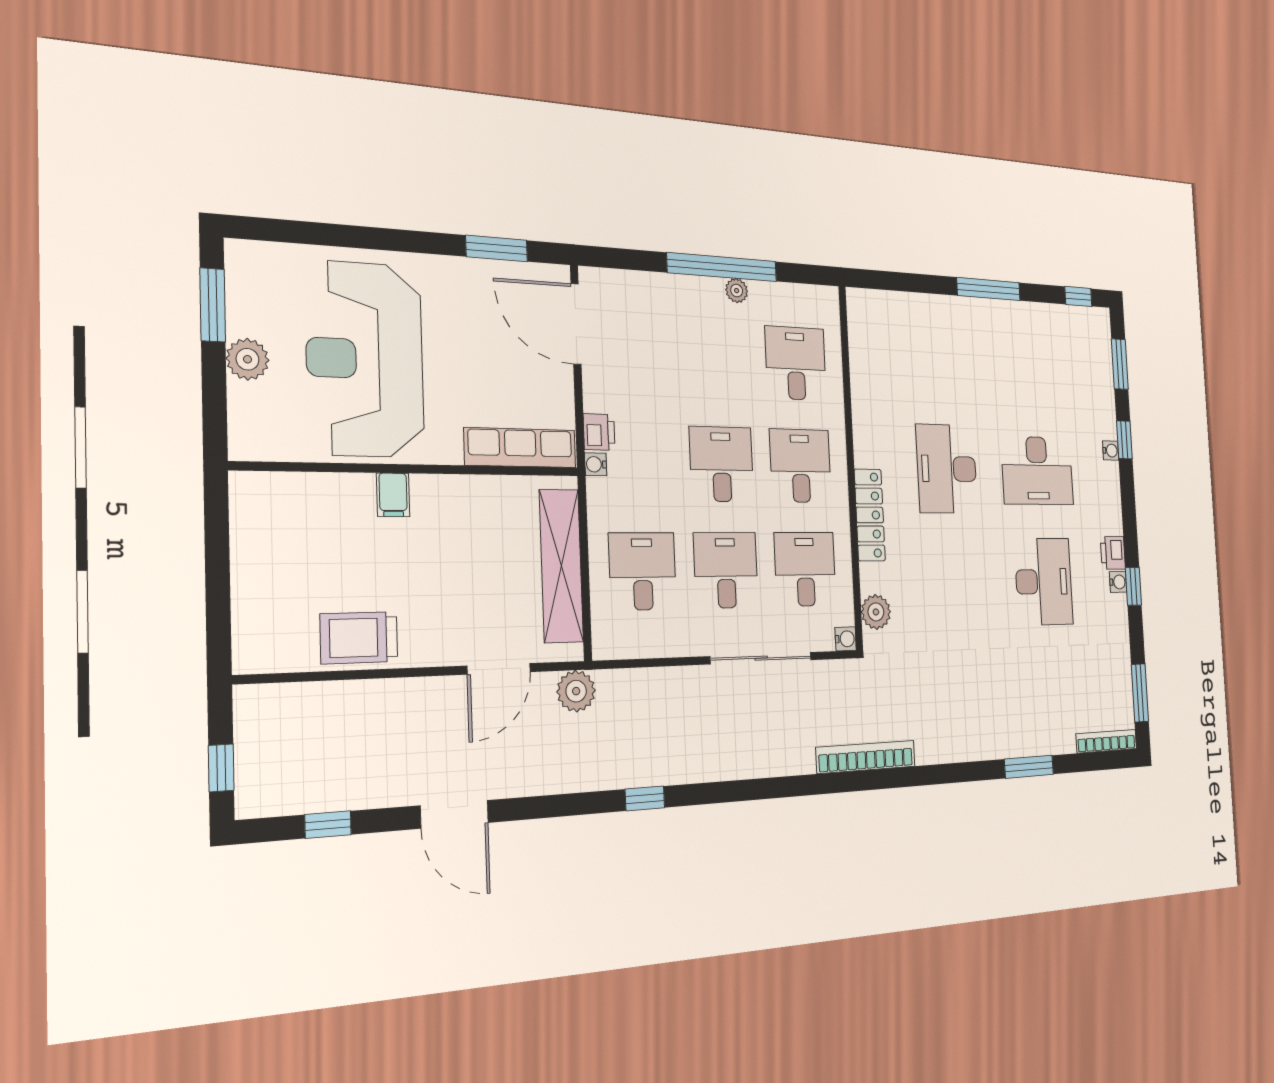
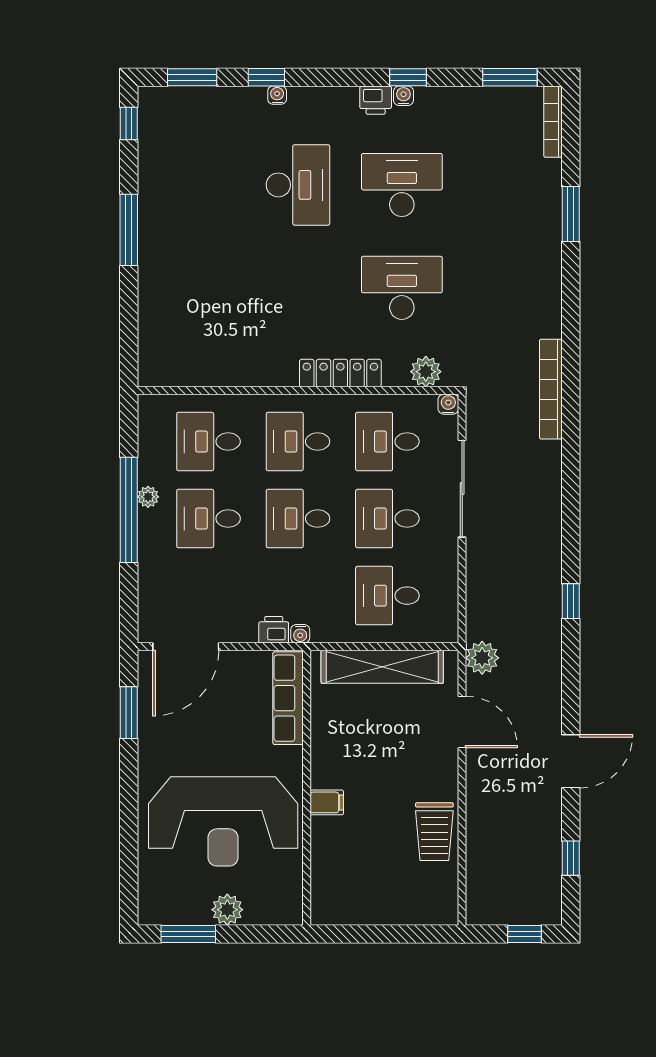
desk: (717, 359) -> (208, 519), added
desk: (947, 469) -> (402, 288), moved, turned 180

